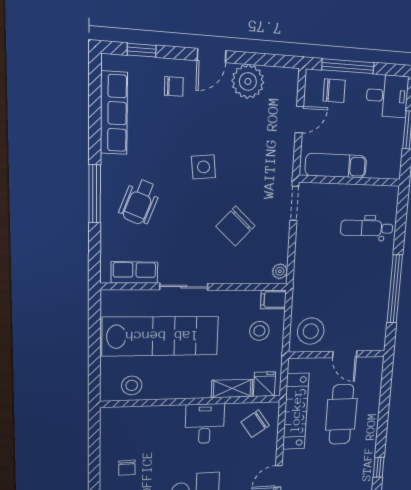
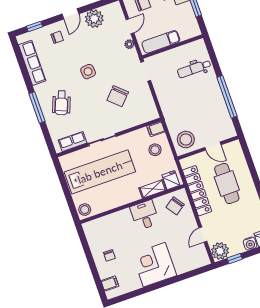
plant: (280, 271) -> (129, 44), moved
stool: (132, 385) -> (85, 210), moved

